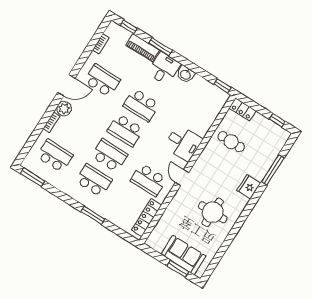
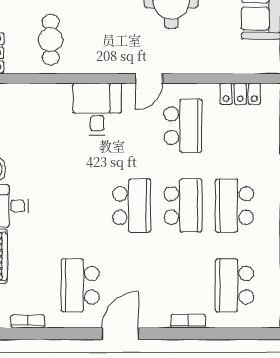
door: (66, 85) -> (120, 334), hinge flipped
school desk: (141, 105) -> (80, 205), removed
plant: (64, 109) -> (157, 315), removed
school desk: (110, 155) -> (183, 205), turned 180
locker: (147, 218) -> (240, 94), width x0.66

